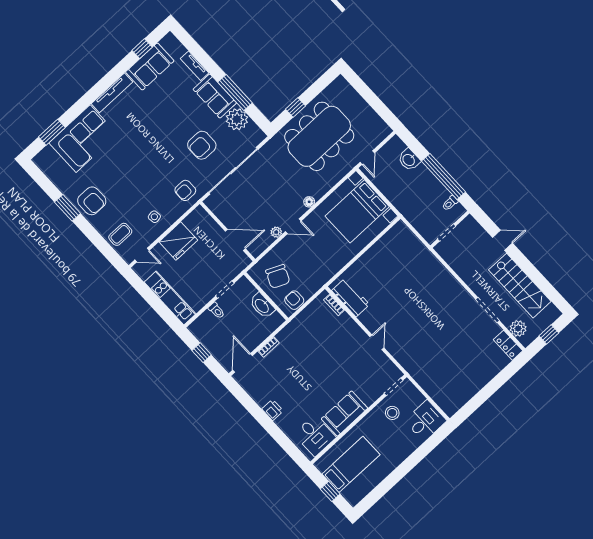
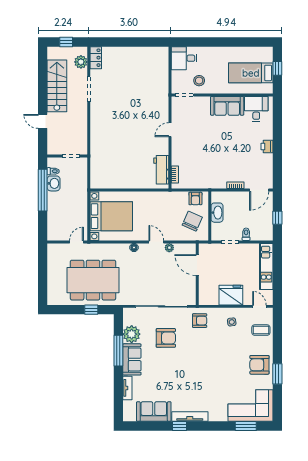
window: (142, 49) -> (180, 426), moved
corner sofa: (83, 139) -> (250, 406), moved
washbasin: (409, 160) -> (54, 183), moved
armchair: (92, 201) -> (259, 365), turned -90

